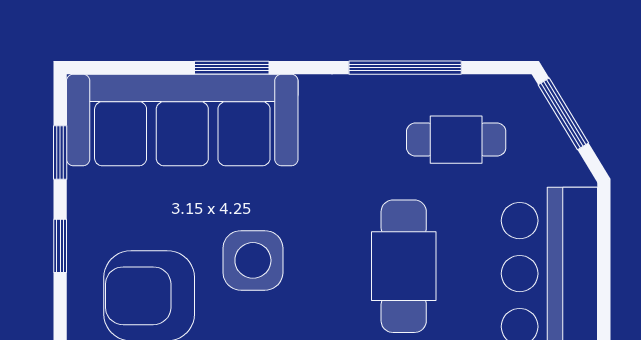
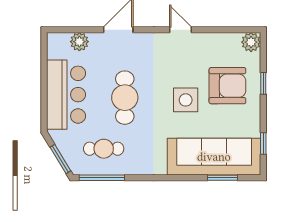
window: (232, 68) -> (223, 178), moved
window: (405, 68) -> (102, 178), moved
window: (60, 246) -> (263, 83), moved

